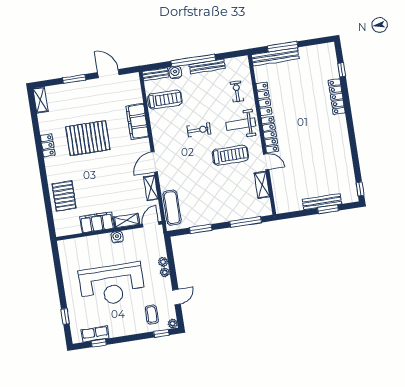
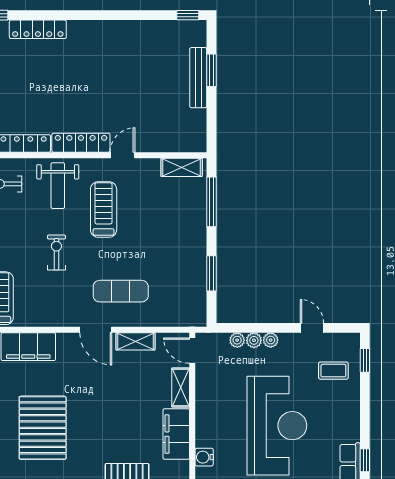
shelving: (262, 185) -> (182, 167), moved
exercise mat: (172, 208) -> (121, 291), moved
water cooler: (117, 237) -> (204, 457), moved
plant: (173, 324) -> (237, 340), moved

